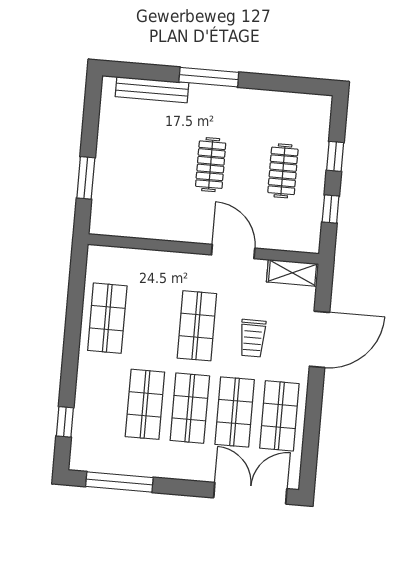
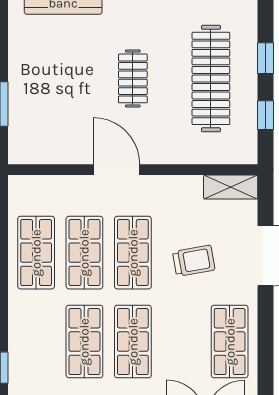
clothes rail: (283, 171) -> (211, 78), width x1.86, depth x1.31
door: (233, 252) -> (116, 170), moved
trolley: (253, 338) -> (194, 261), turned -100
shop shelf: (235, 412) -> (84, 253), moved

